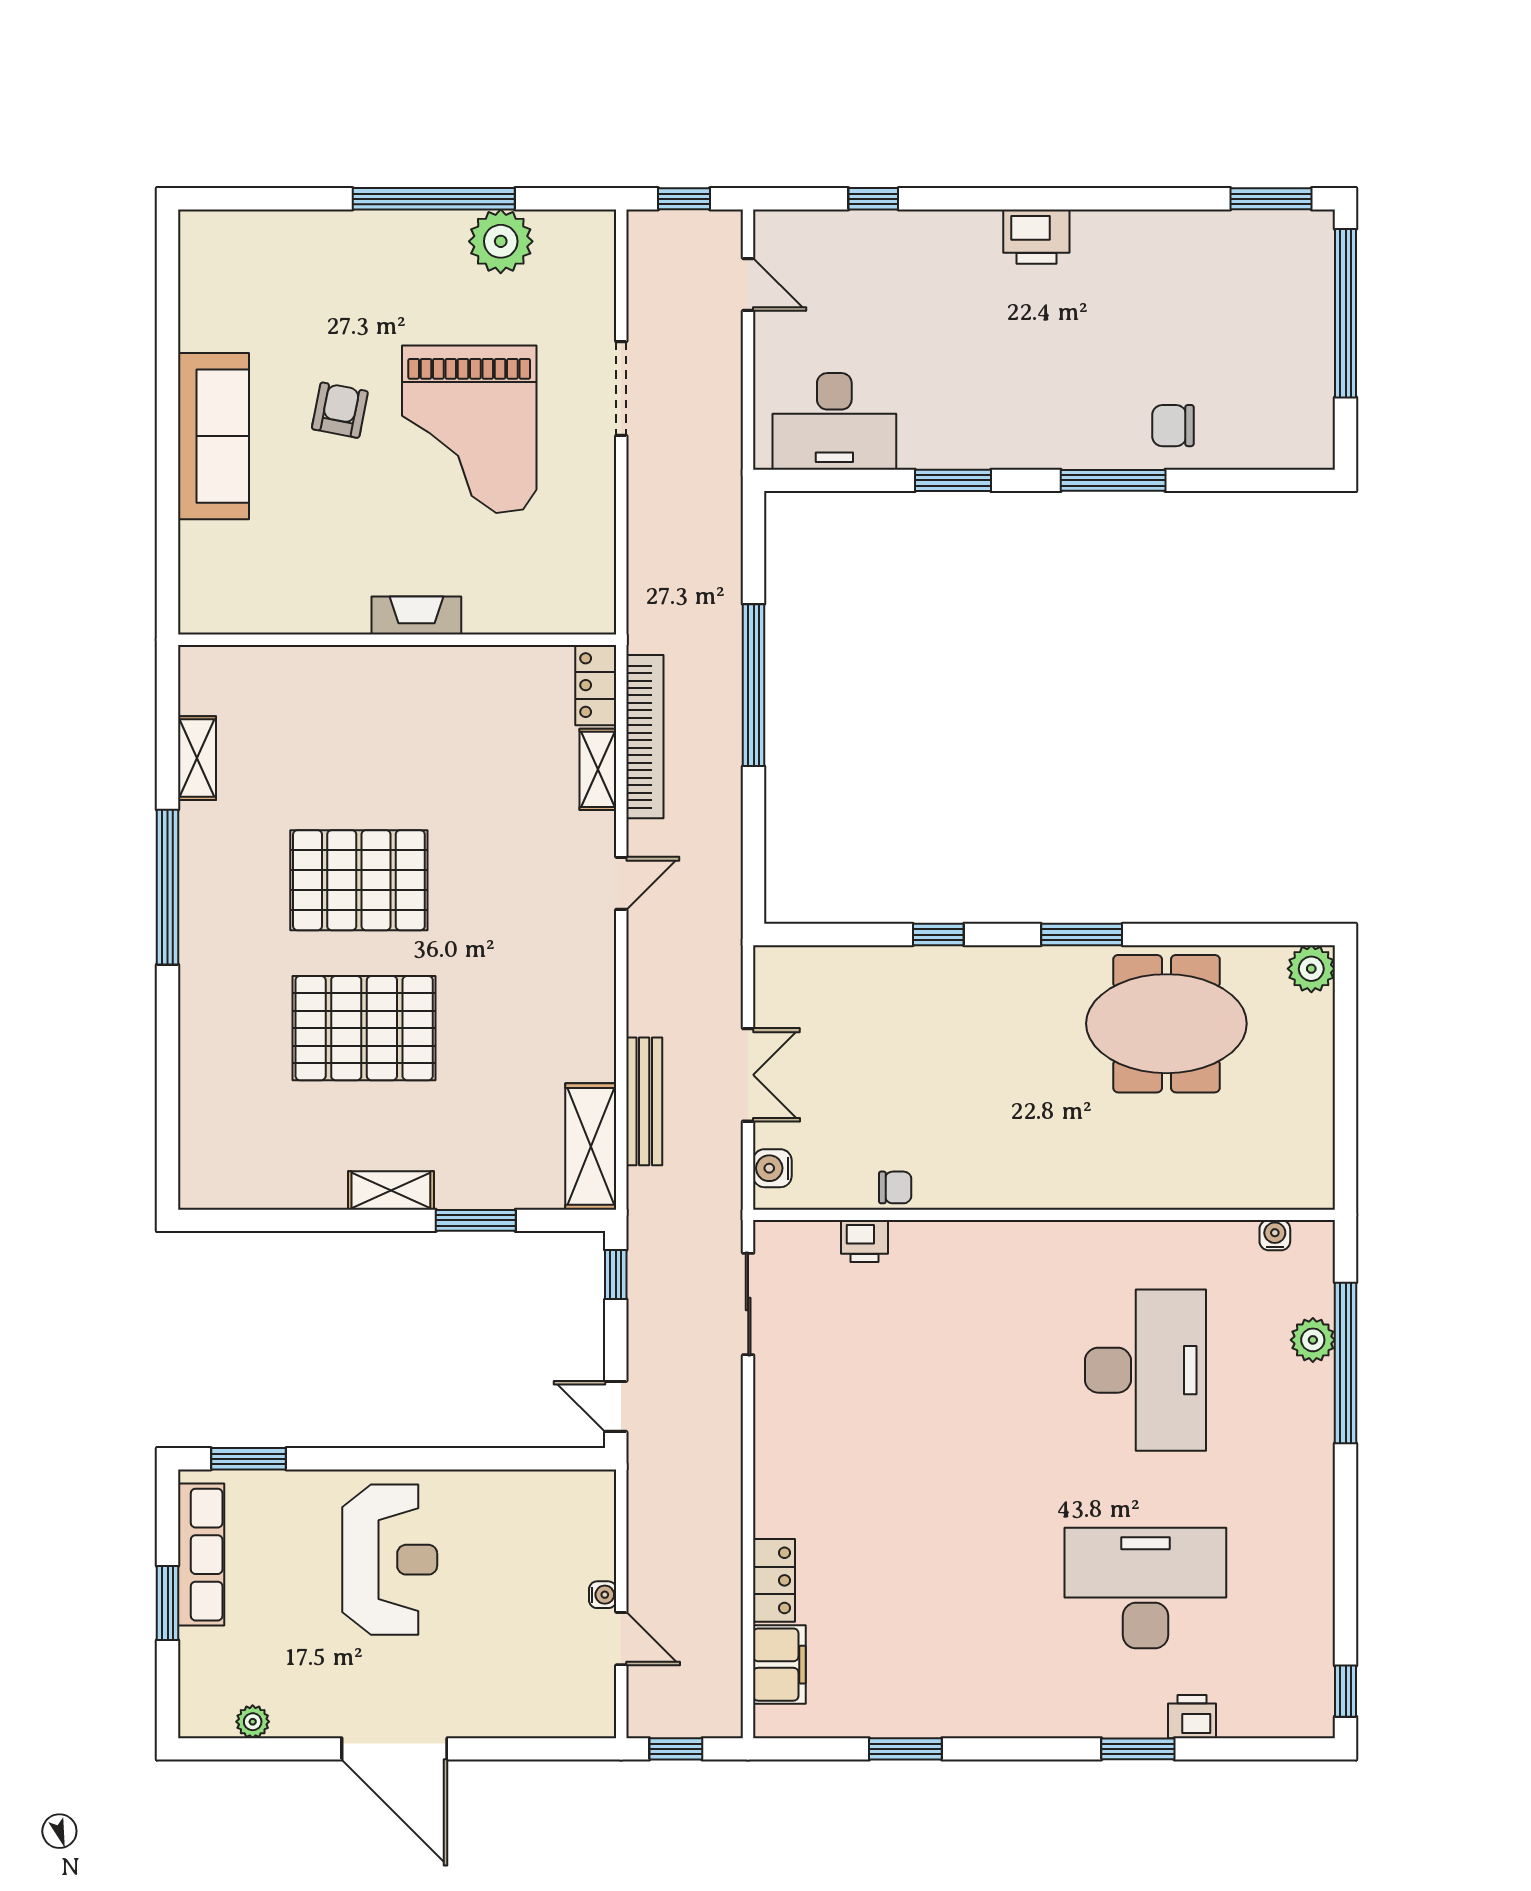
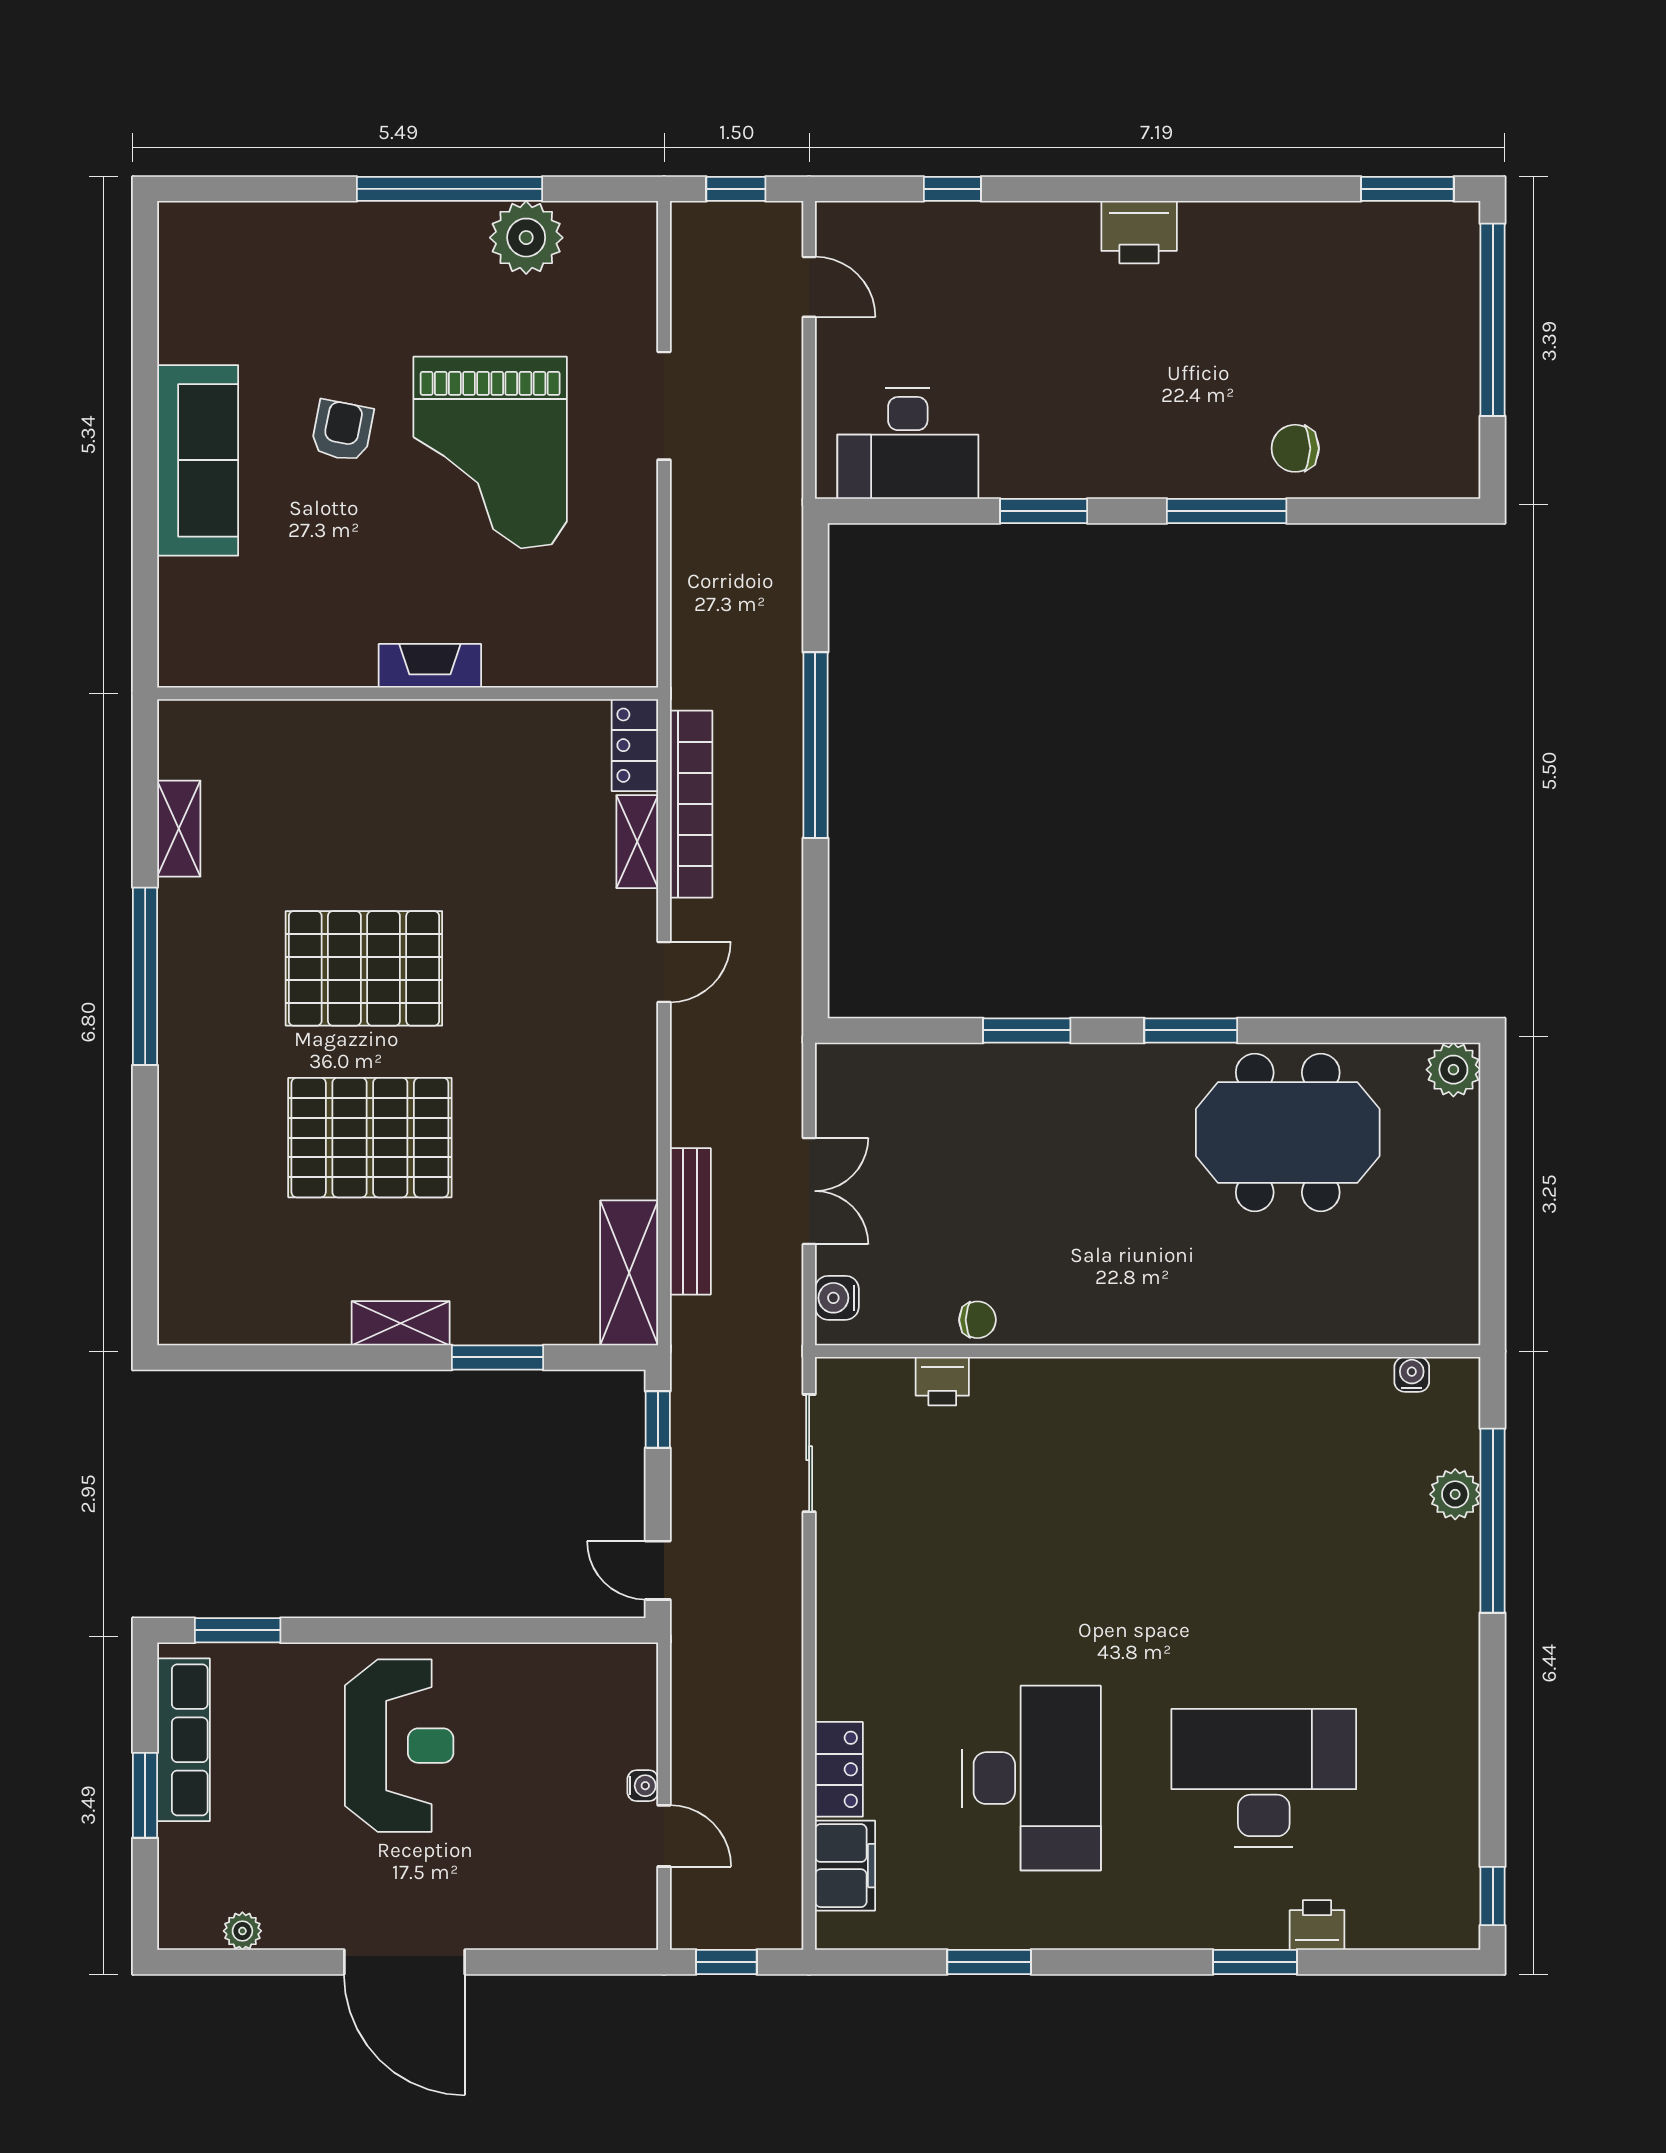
window: (938, 935) -> (1027, 1030), width x1.50
desk: (1145, 1370) -> (1032, 1778), moved

